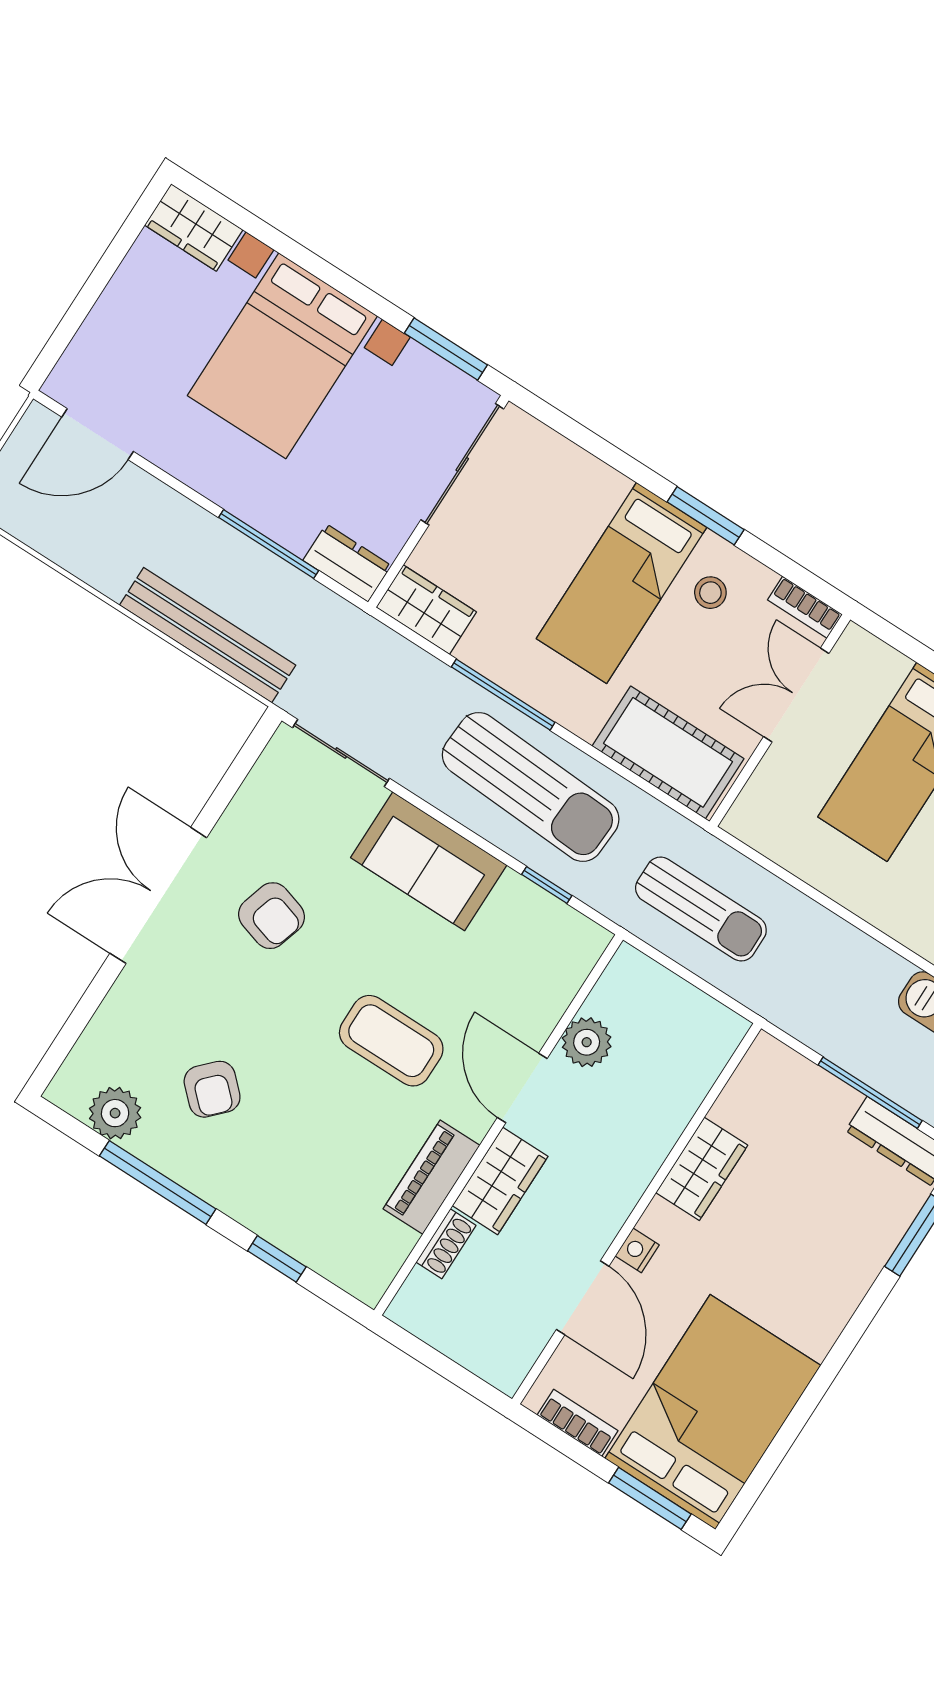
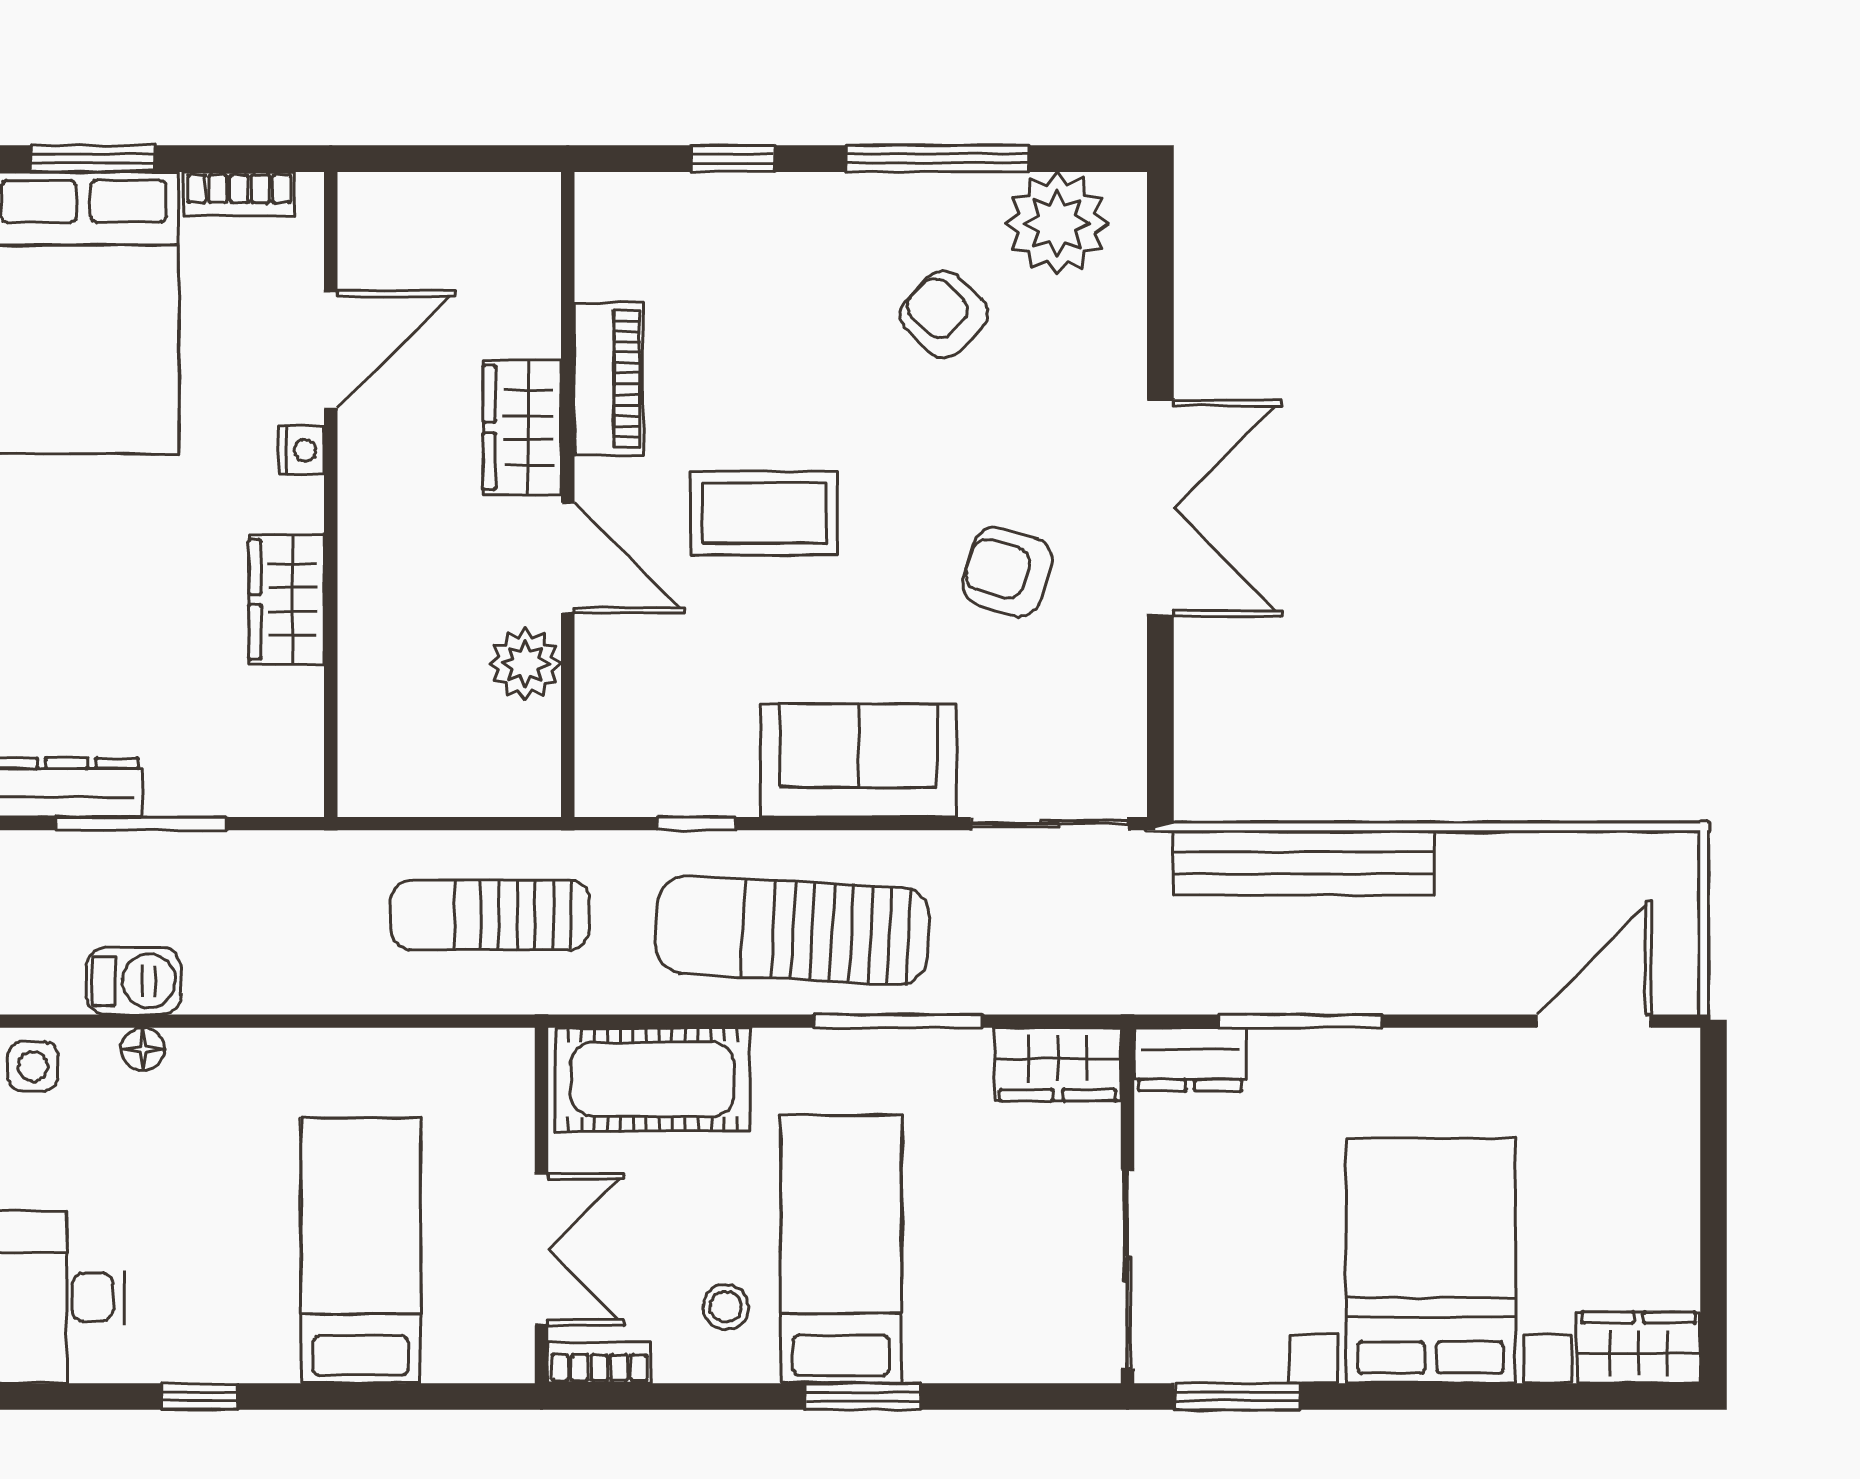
window: (706, 516) -> (863, 1396), moved
plant: (115, 1113) -> (1057, 223), width x1.36, depth x1.36
shoe rack: (446, 1244) -> (539, 309), removed
door: (583, 1298) -> (331, 350), swing flipped

